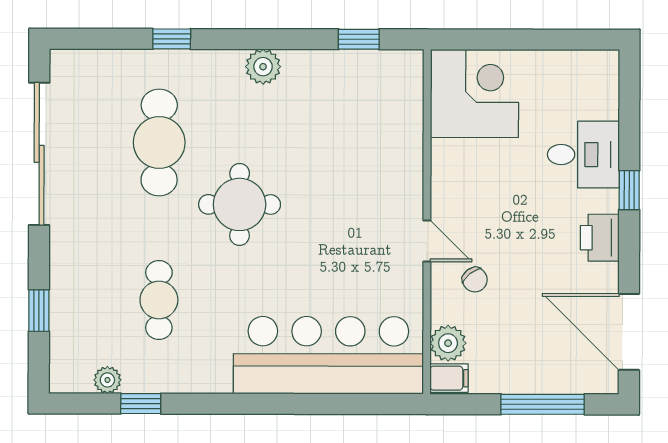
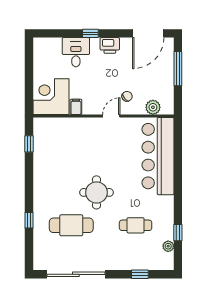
plant: (263, 67) -> (40, 183), removed
filing cabinet: (449, 378) -> (76, 107), moved

